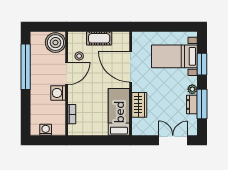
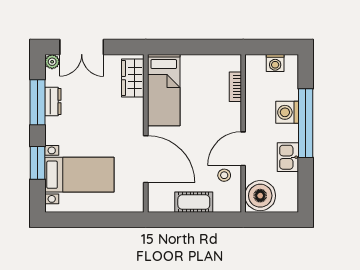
window: (26, 67) -> (306, 123), moved
kitchen sink: (37, 68) -> (288, 157), added
plant: (192, 89) -> (52, 62), moved
washing machine: (58, 93) -> (287, 112), moved, turned 180
wardrobe: (139, 105) -> (133, 78), moved

